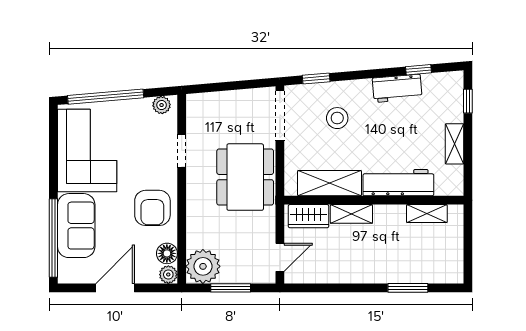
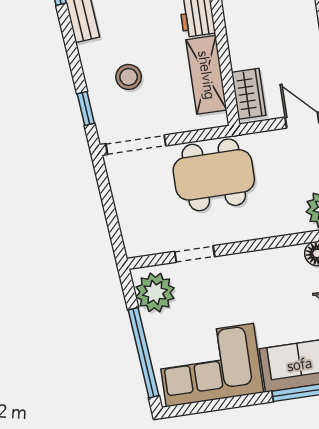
plant: (162, 105) -> (155, 293), width x1.88, depth x1.88
armchair: (152, 208) -> (266, 278), removed
shelving: (351, 214) -> (239, 44), removed

